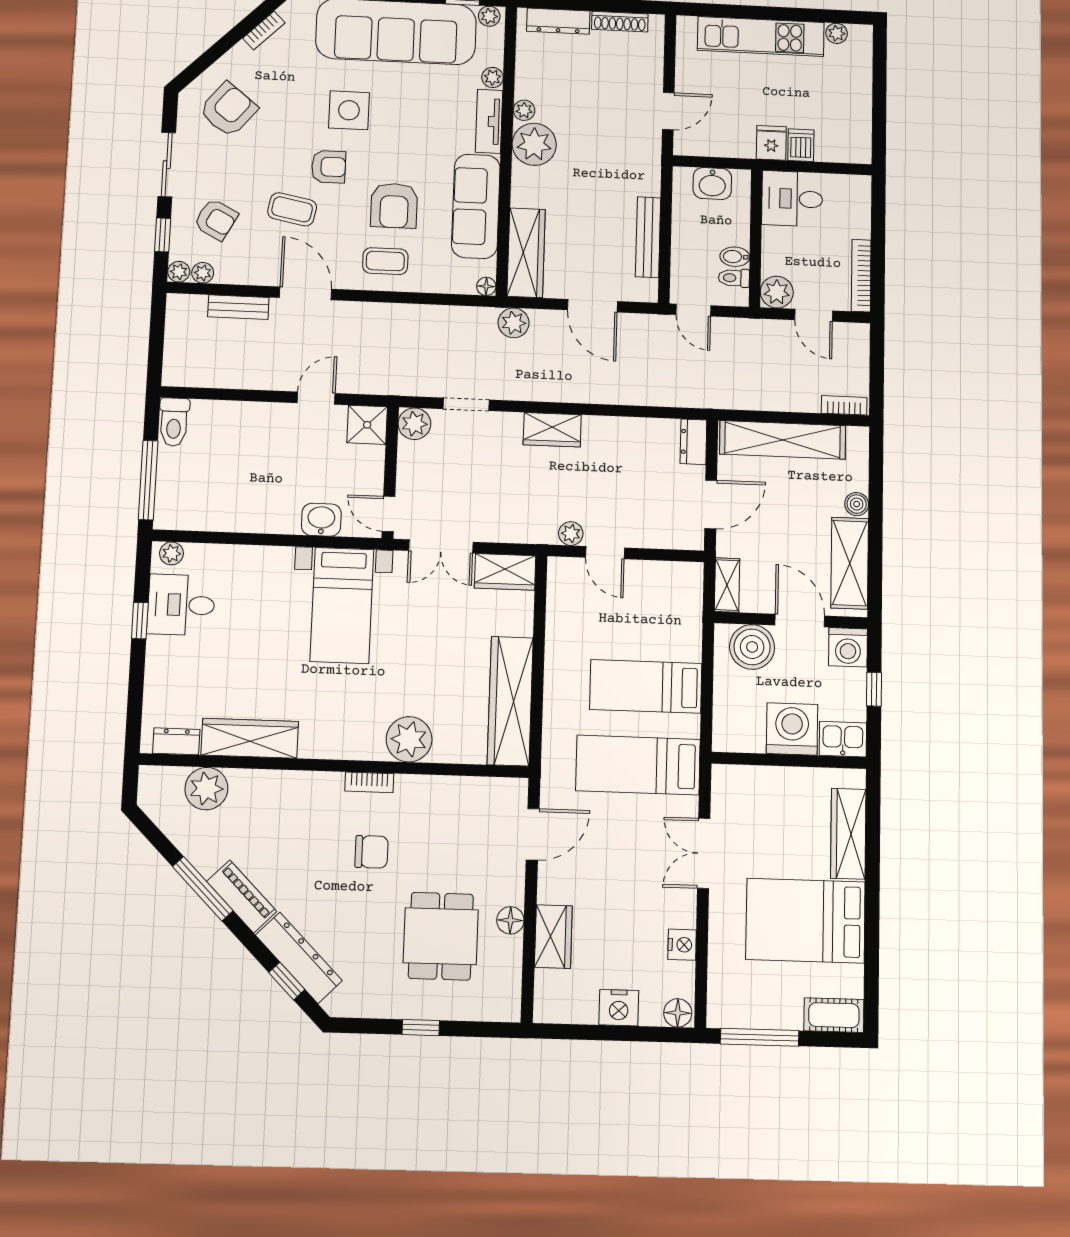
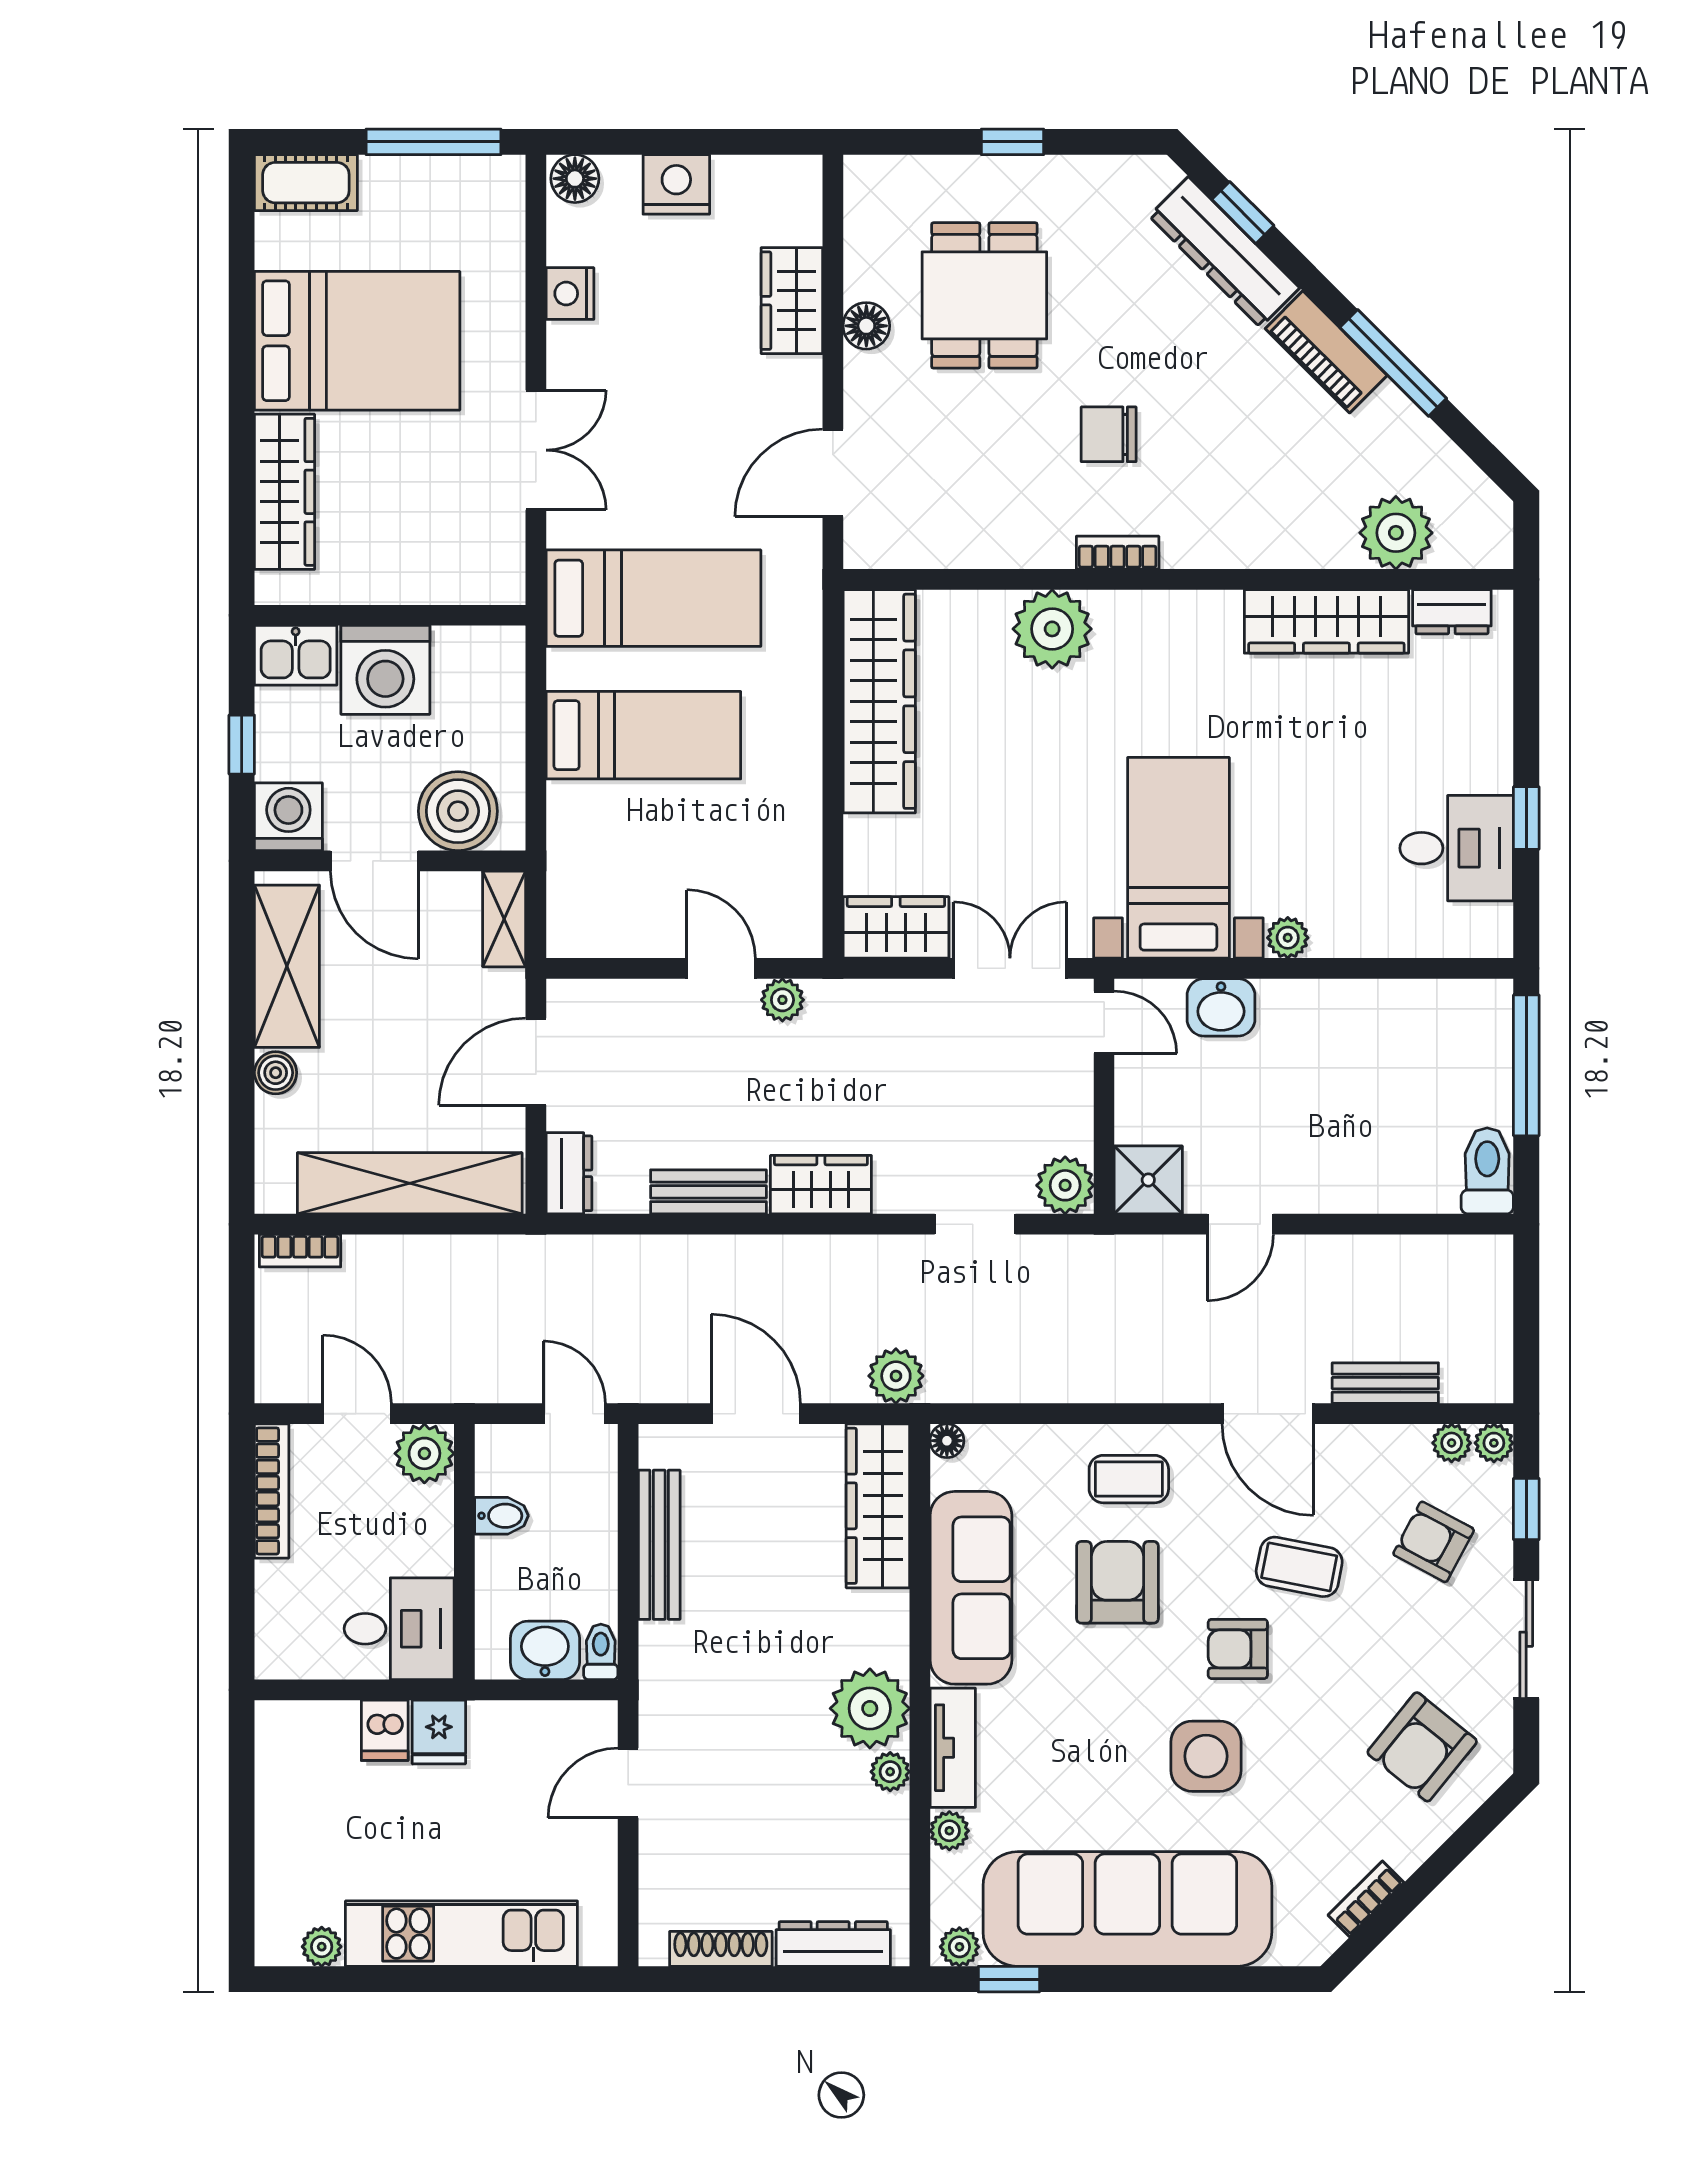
toilet: (734, 278) -> (601, 1652), moved, turned -90
bench: (616, 428) -> (708, 1192), added
plant: (172, 553) -> (1288, 938), moved

